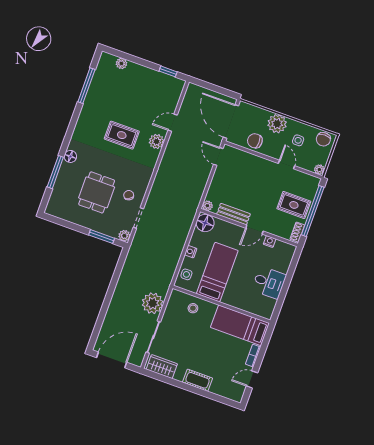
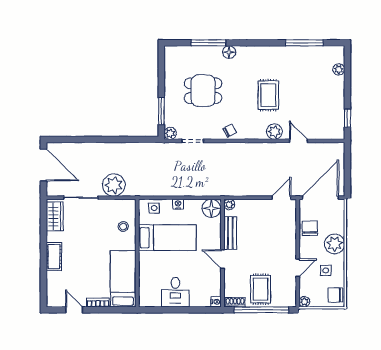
chair: (129, 195) -> (230, 131), moved
nightstand: (270, 241) -> (216, 302), moved

